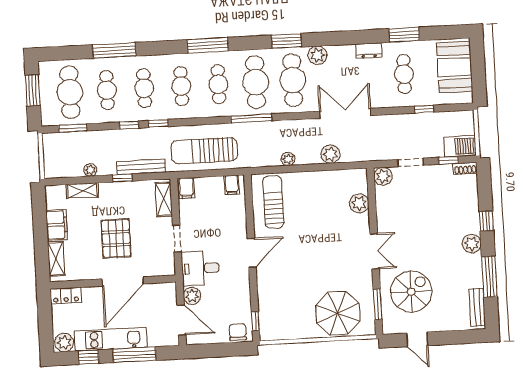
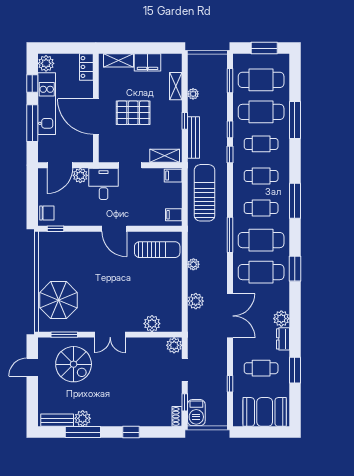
plant: (317, 55) -> (281, 319), moved
cafe table: (107, 90) -> (261, 112), width x1.37, depth x1.35
plant: (472, 244) -> (83, 418), moved

